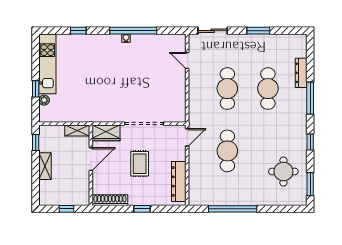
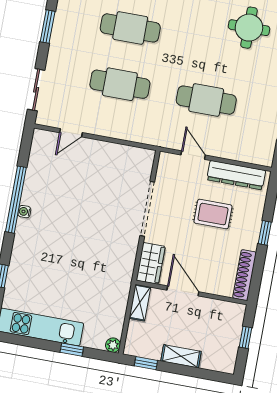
plant: (44, 100) -> (113, 345), moved
door: (187, 137) -> (193, 155), moved
rug: (140, 164) -> (213, 214), moved

